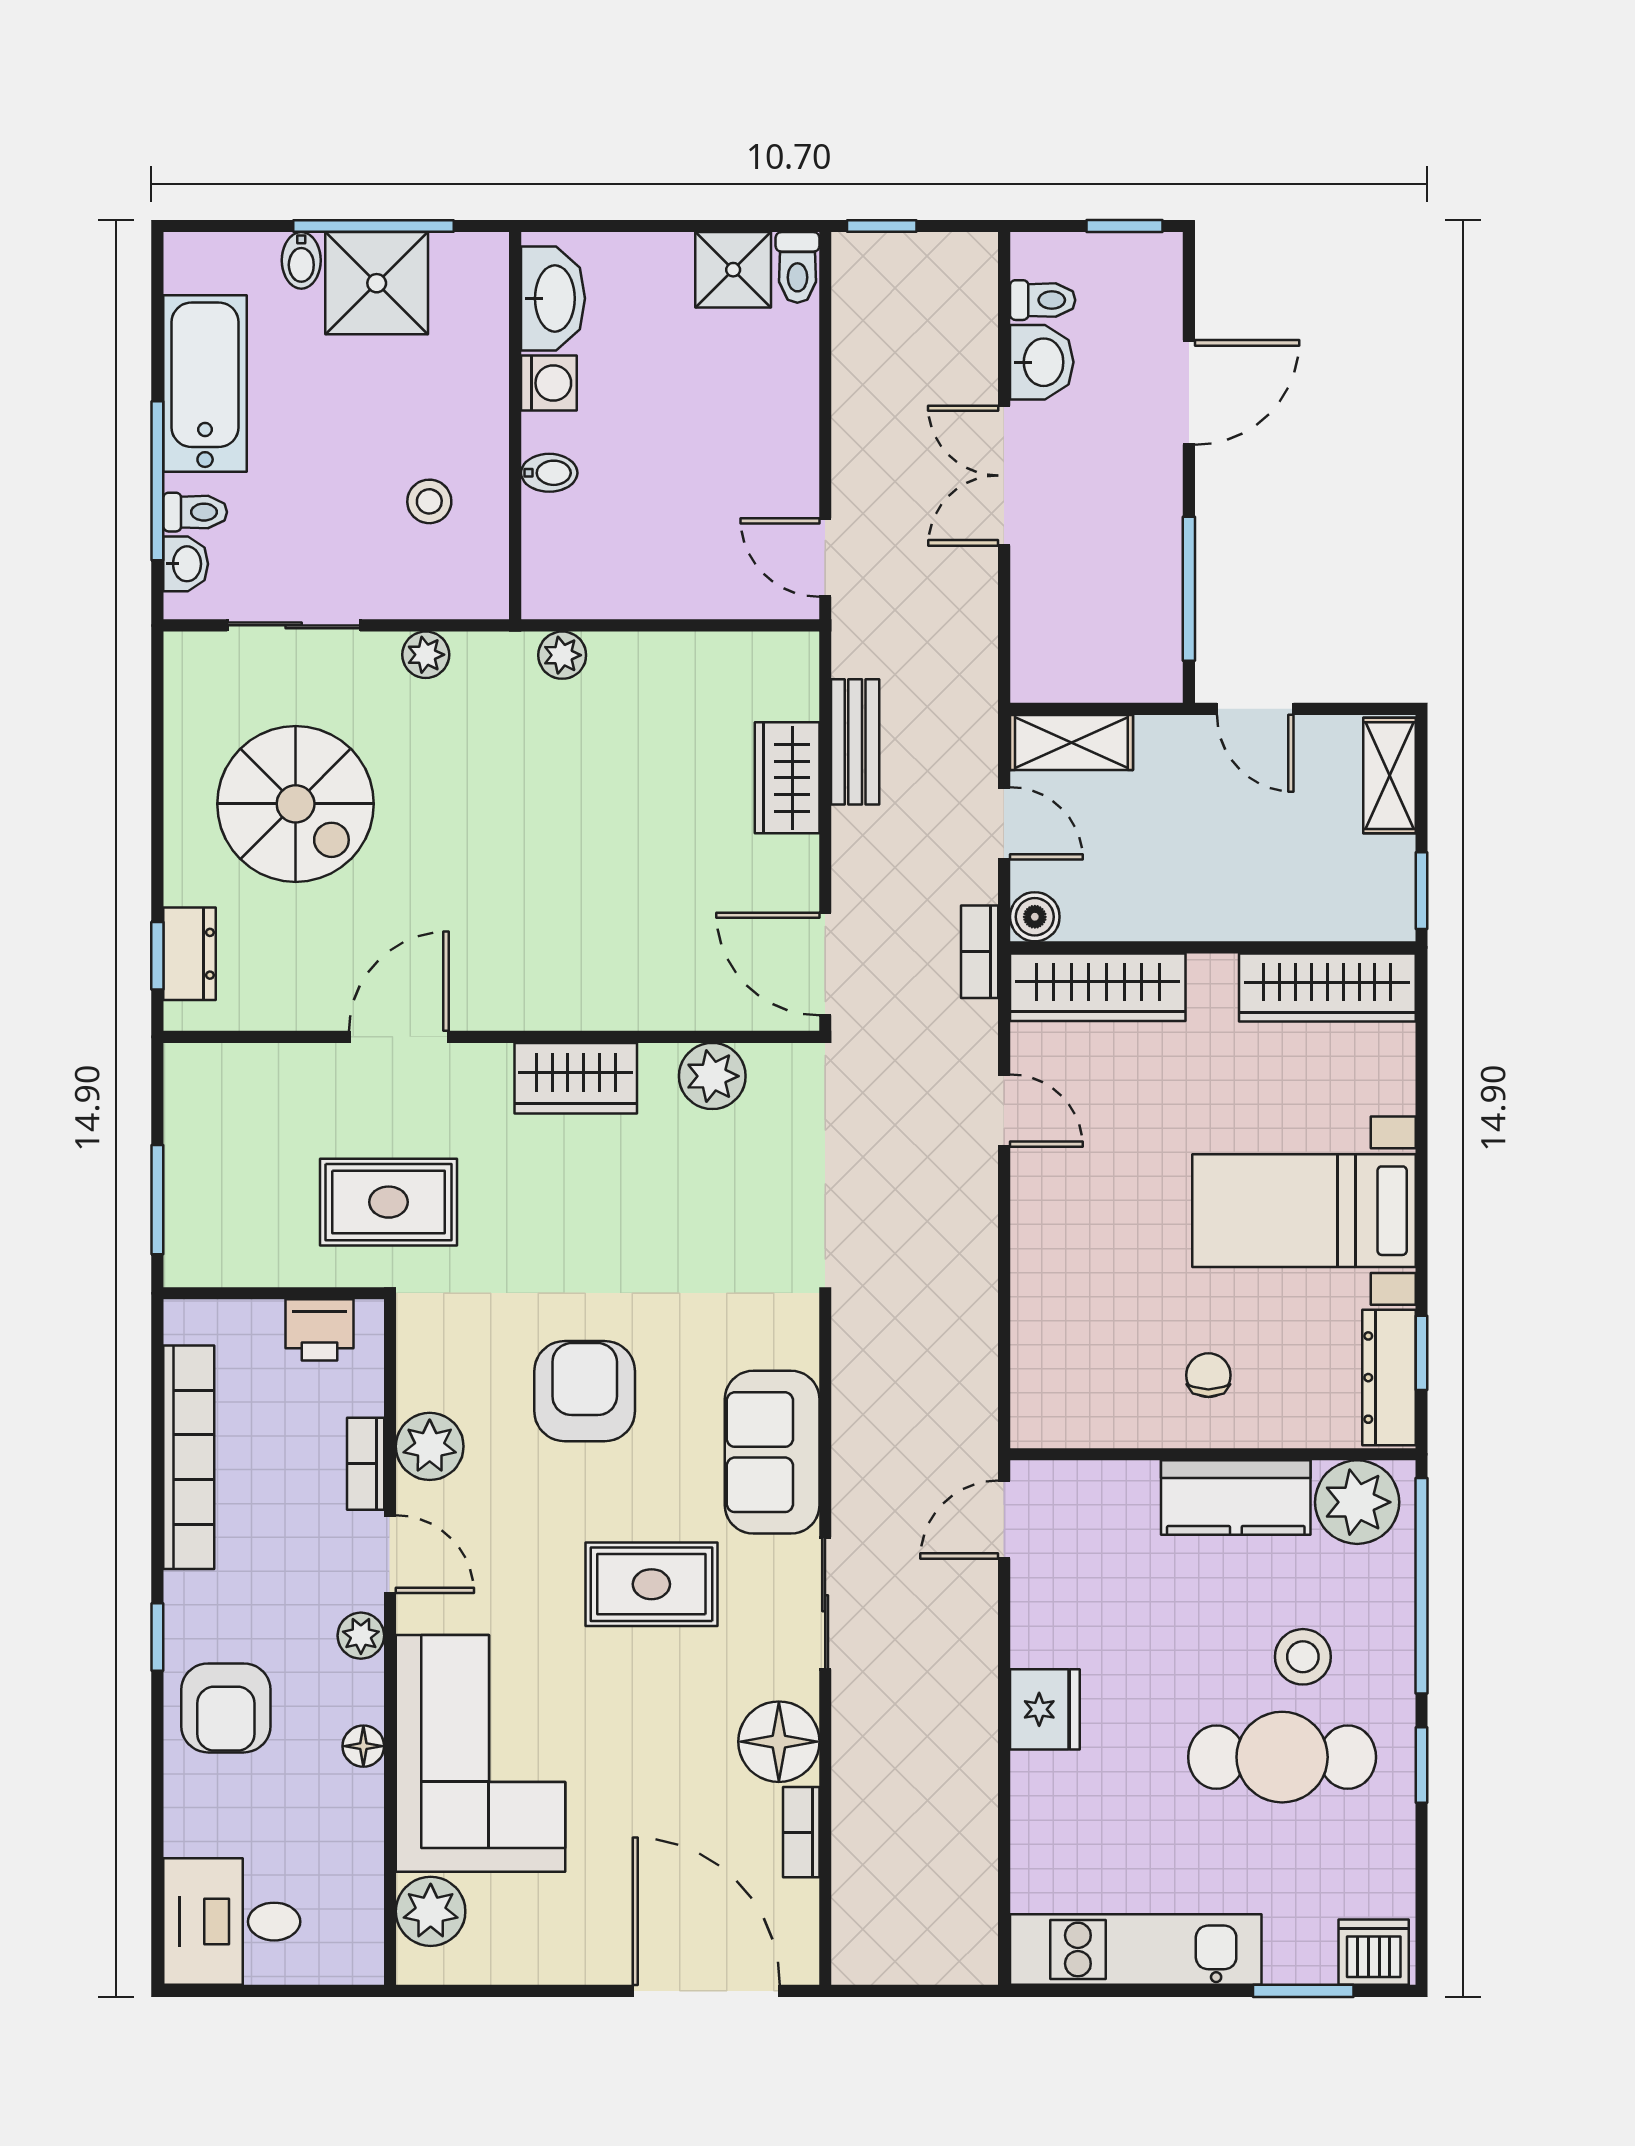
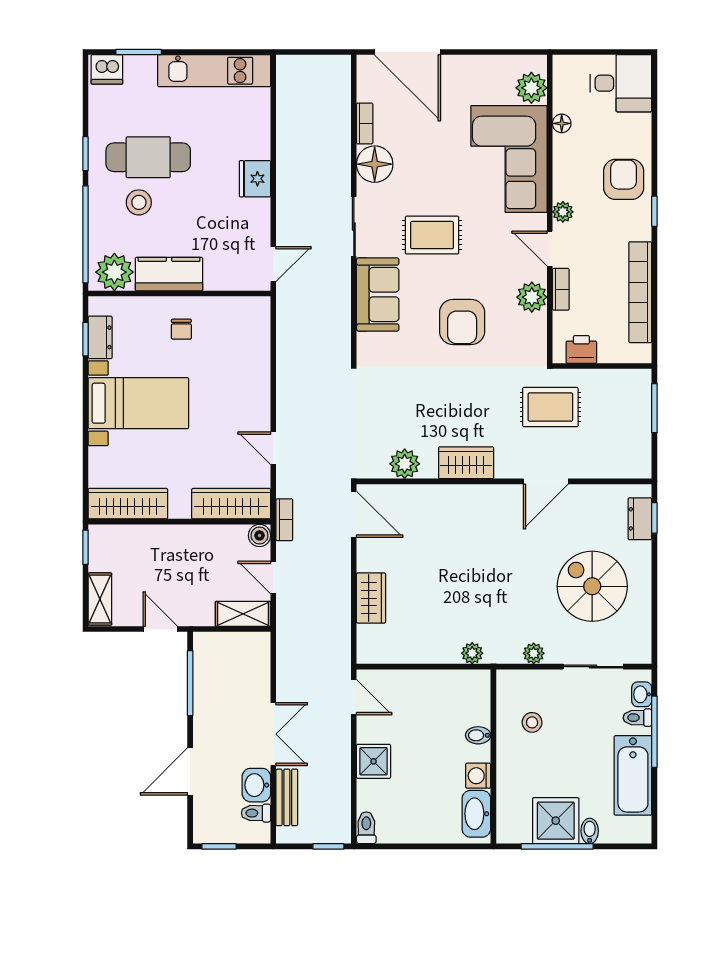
shower: (733, 270) -> (374, 761), moved
bench: (855, 742) -> (287, 797), moved
dresser: (1389, 1378) -> (100, 337), width x0.70
floor lamp: (363, 1746) -> (562, 123), moved

